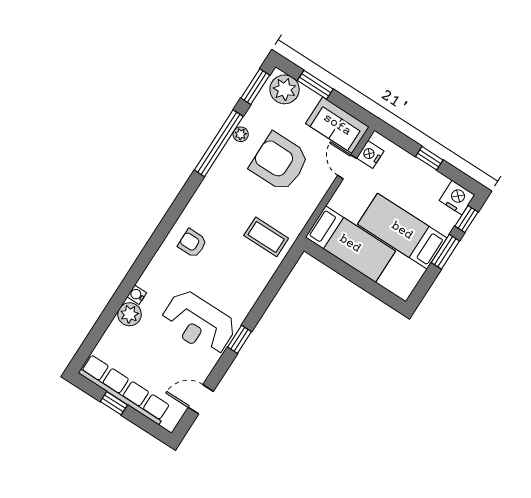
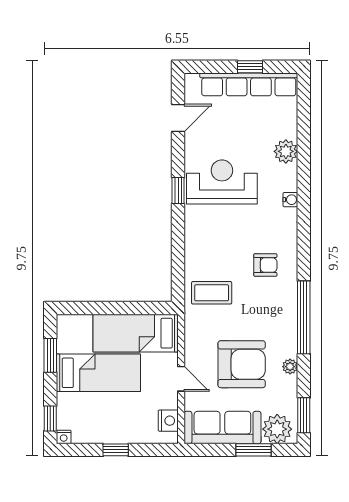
sofa: (337, 125) -> (222, 428), width x1.36
window: (219, 143) -> (304, 317), moved
door: (347, 167) -> (181, 379), moved
nightstand: (457, 198) -> (64, 437), width x0.53, depth x0.56
armchair: (192, 243) -> (265, 265), moved
window: (445, 252) -> (50, 355), moved
water cooler: (137, 295) -> (290, 200), moved

